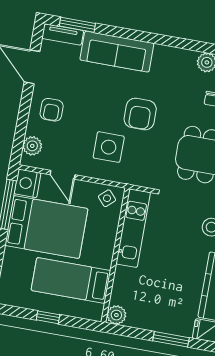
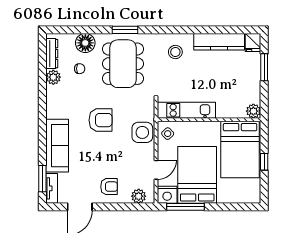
side table: (109, 147) -> (142, 132), moved
bed: (71, 280) -> (240, 150), width x1.50

